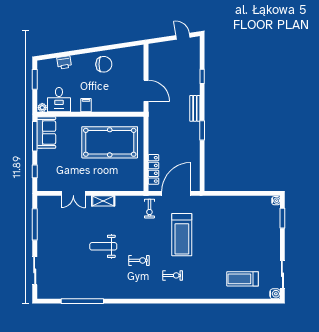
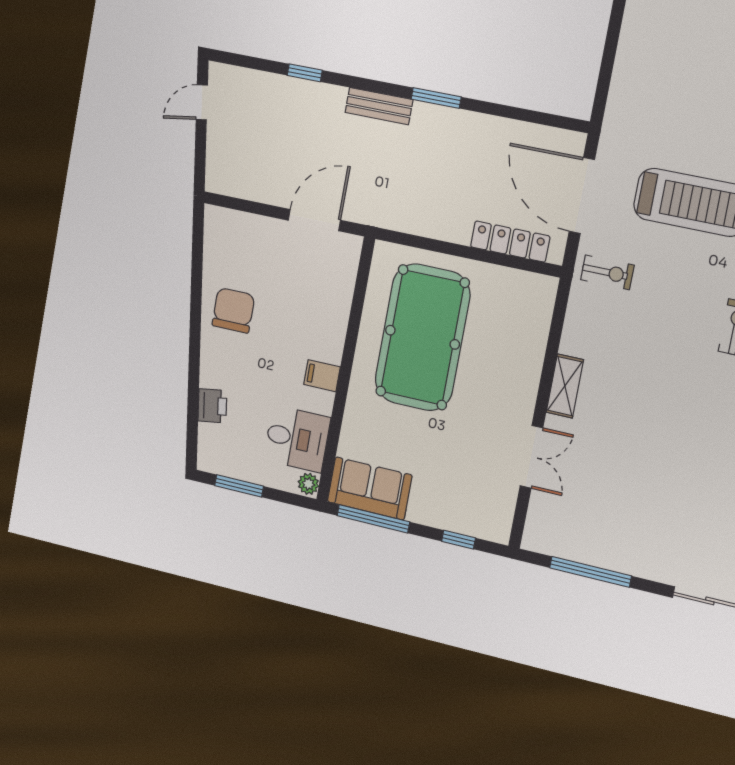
weight bench: (103, 246) -> (681, 412), removed

